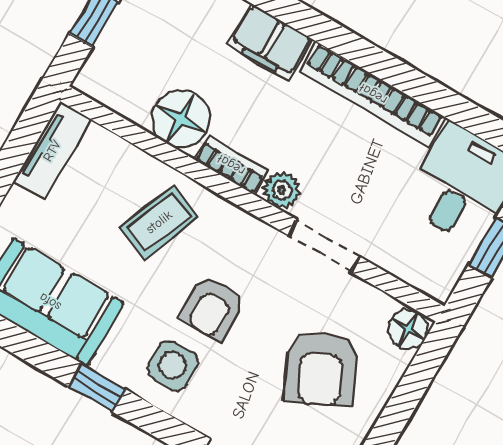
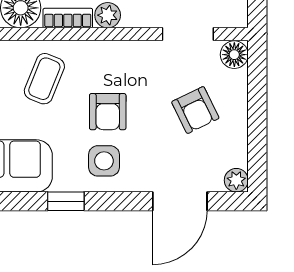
doorway: (324, 246) -> (188, 34), moved
armchair: (321, 369) -> (195, 110), width x0.72, depth x0.72

